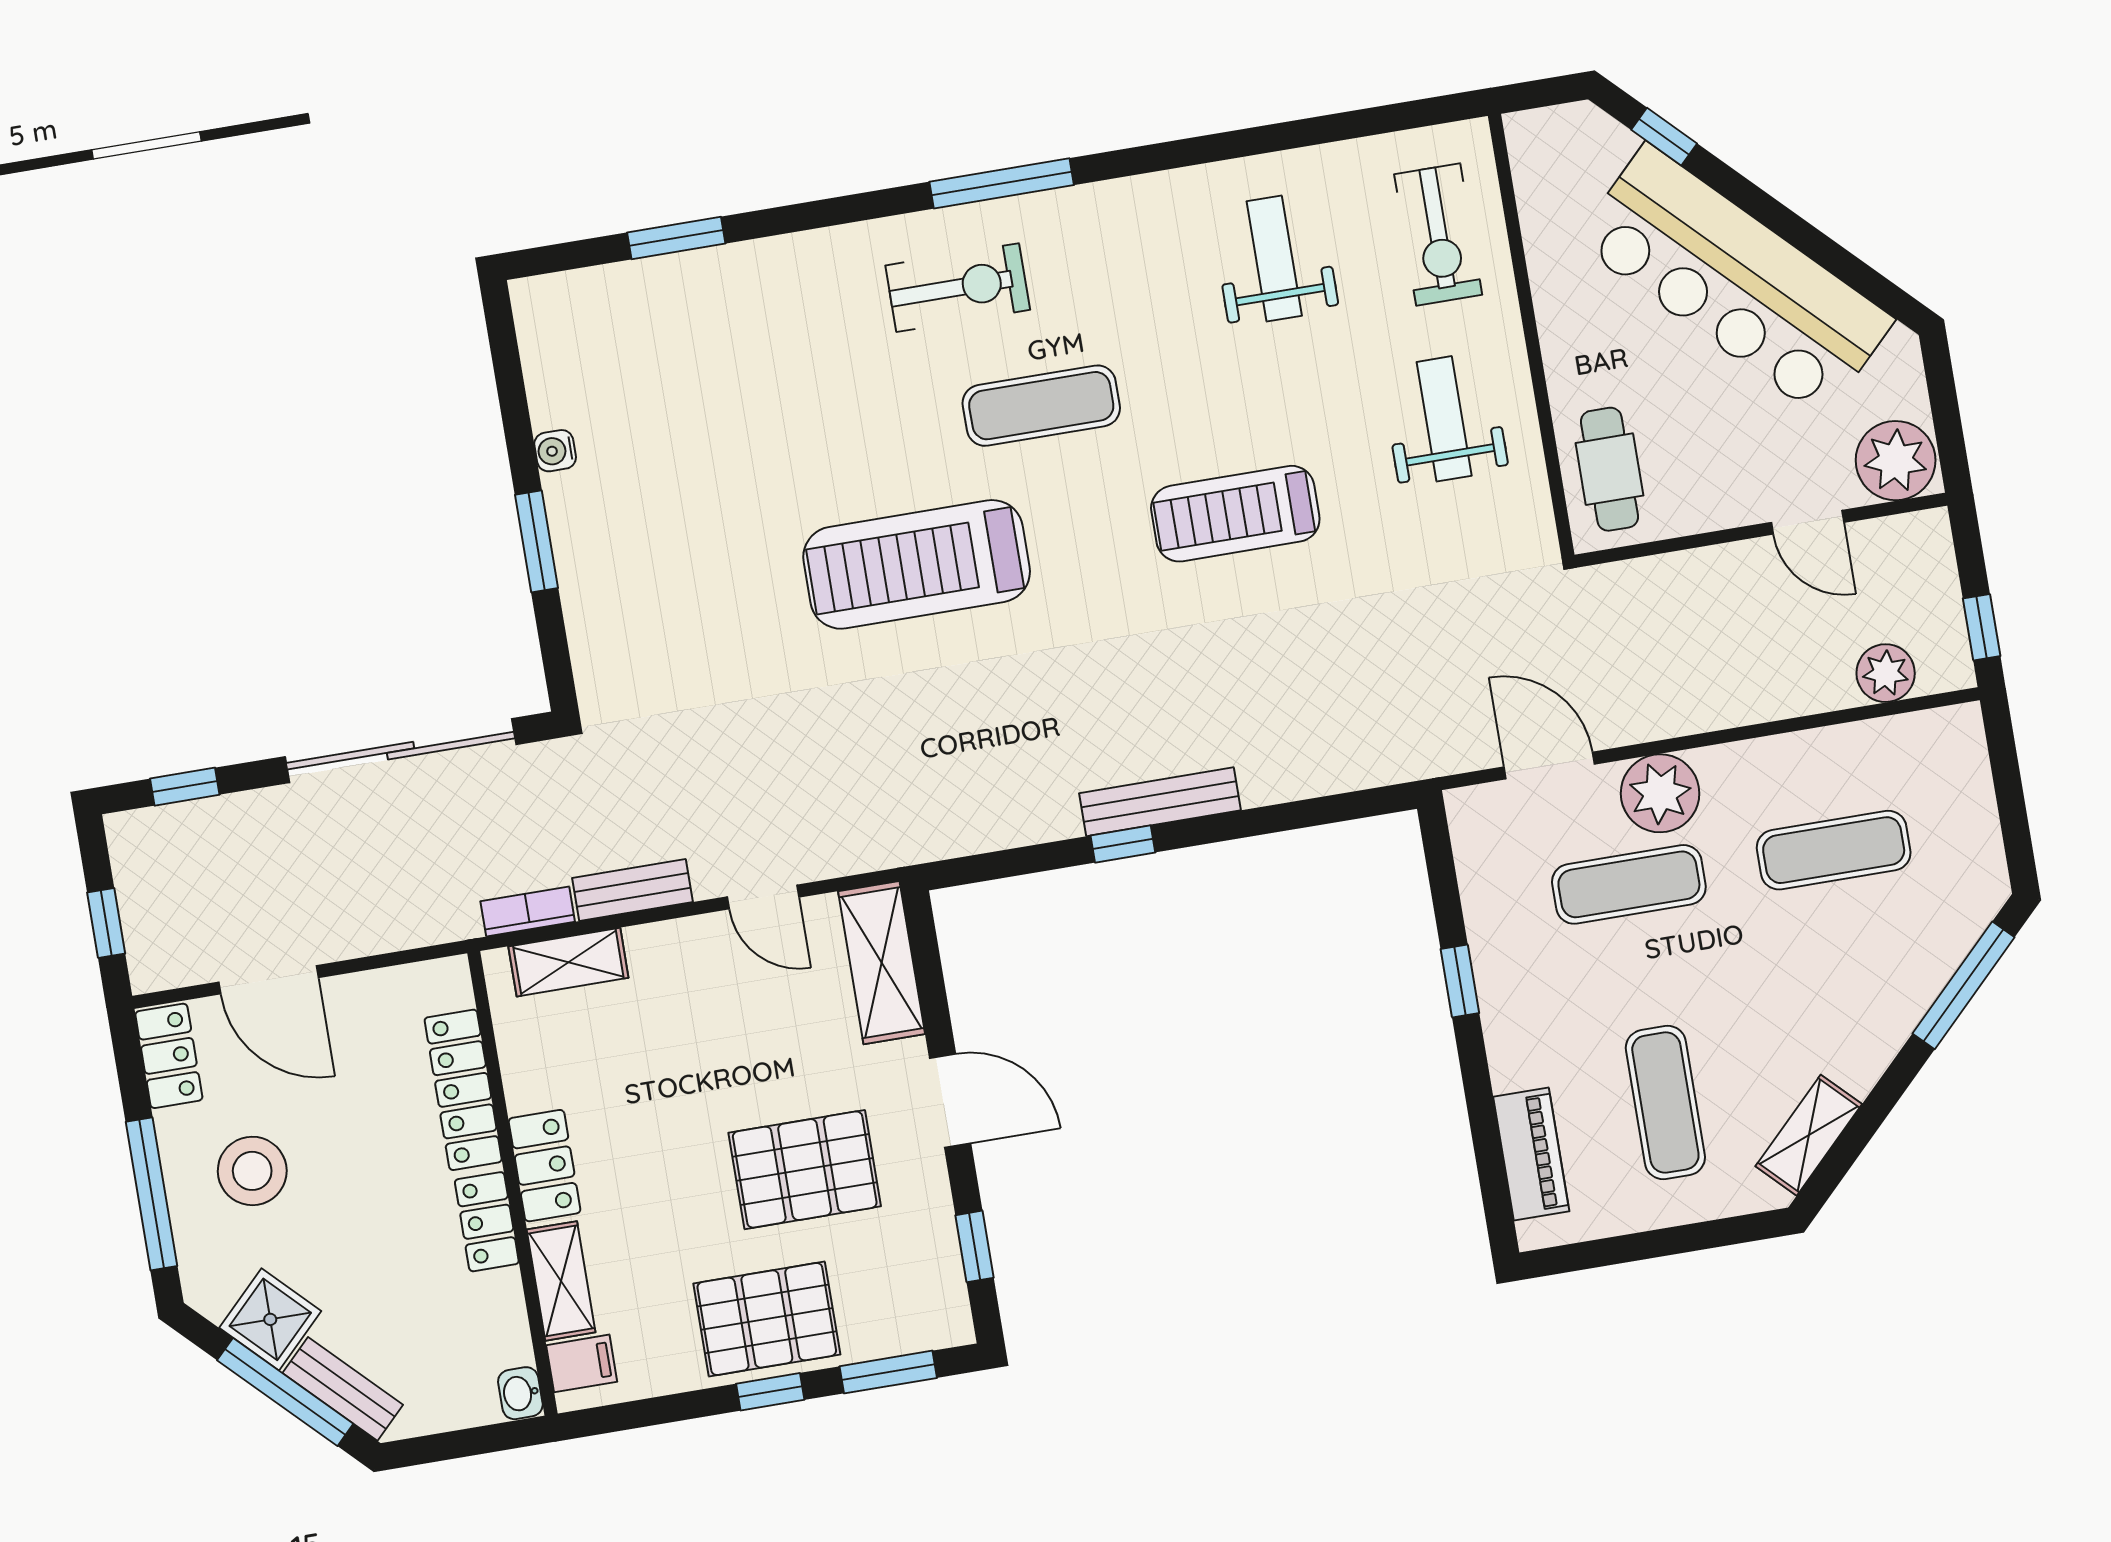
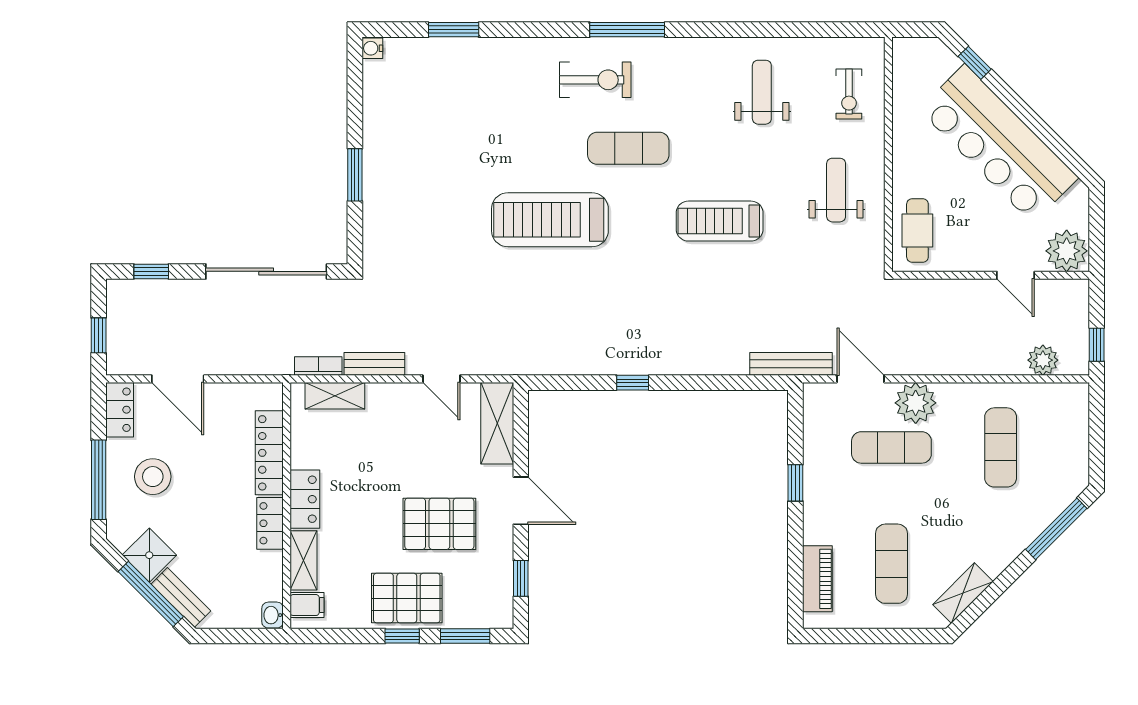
exercise bike: (1438, 235) -> (849, 94), width x0.73, depth x0.72
water cooler: (555, 451) -> (372, 48), moved
bench: (1160, 802) -> (791, 364), moved
exercise mat: (1834, 850) -> (1001, 447), turned 90

